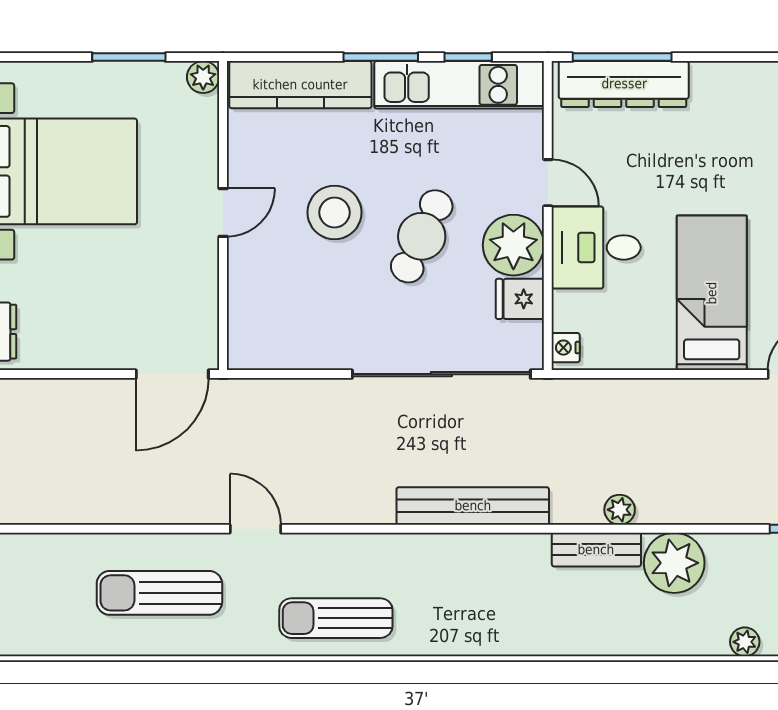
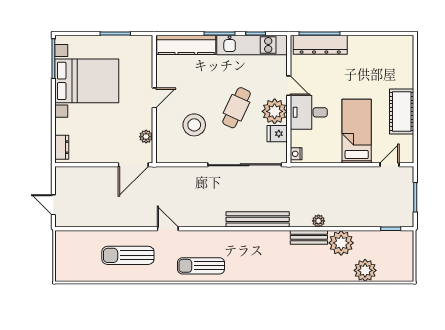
plant: (203, 77) -> (146, 137), moved
stool: (334, 212) -> (194, 125), moved
plant: (745, 642) -> (365, 270), width x1.88, depth x1.88

